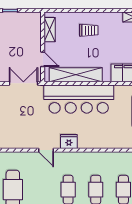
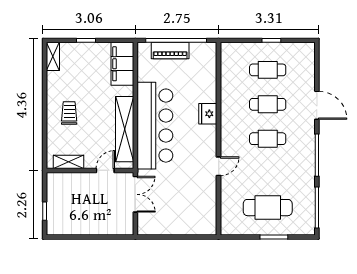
double door: (23, 83) -> (135, 194), swing flipped
fridge: (69, 142) -> (208, 114), moved

